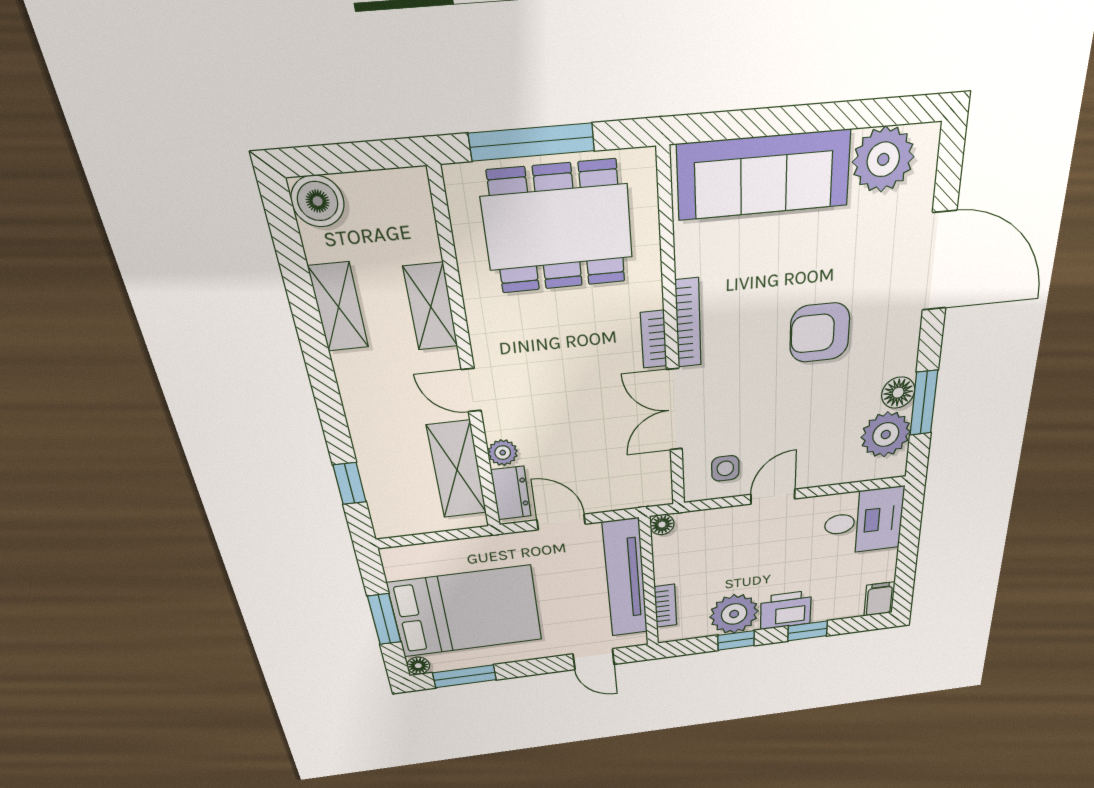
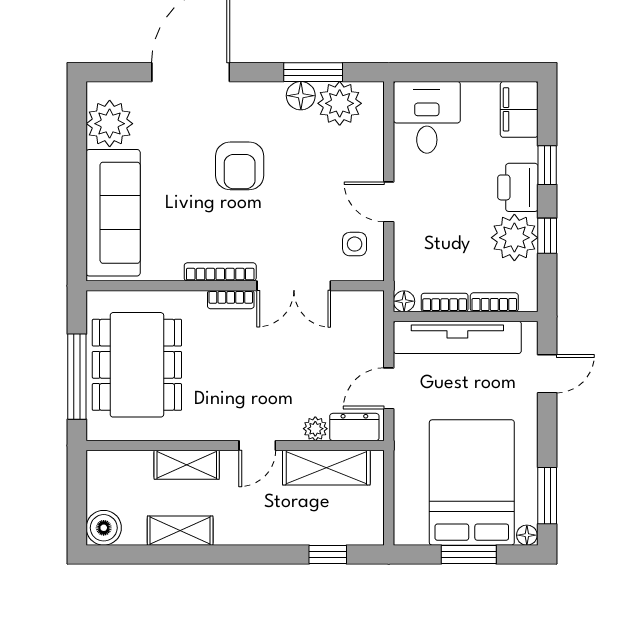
bookcase: (663, 562) -> (445, 302), added
filing cabinet: (879, 599) -> (519, 109), width x2.00

